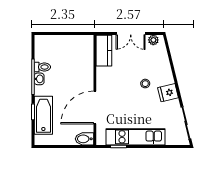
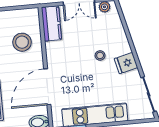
stool: (76, 65) -> (22, 42), added

